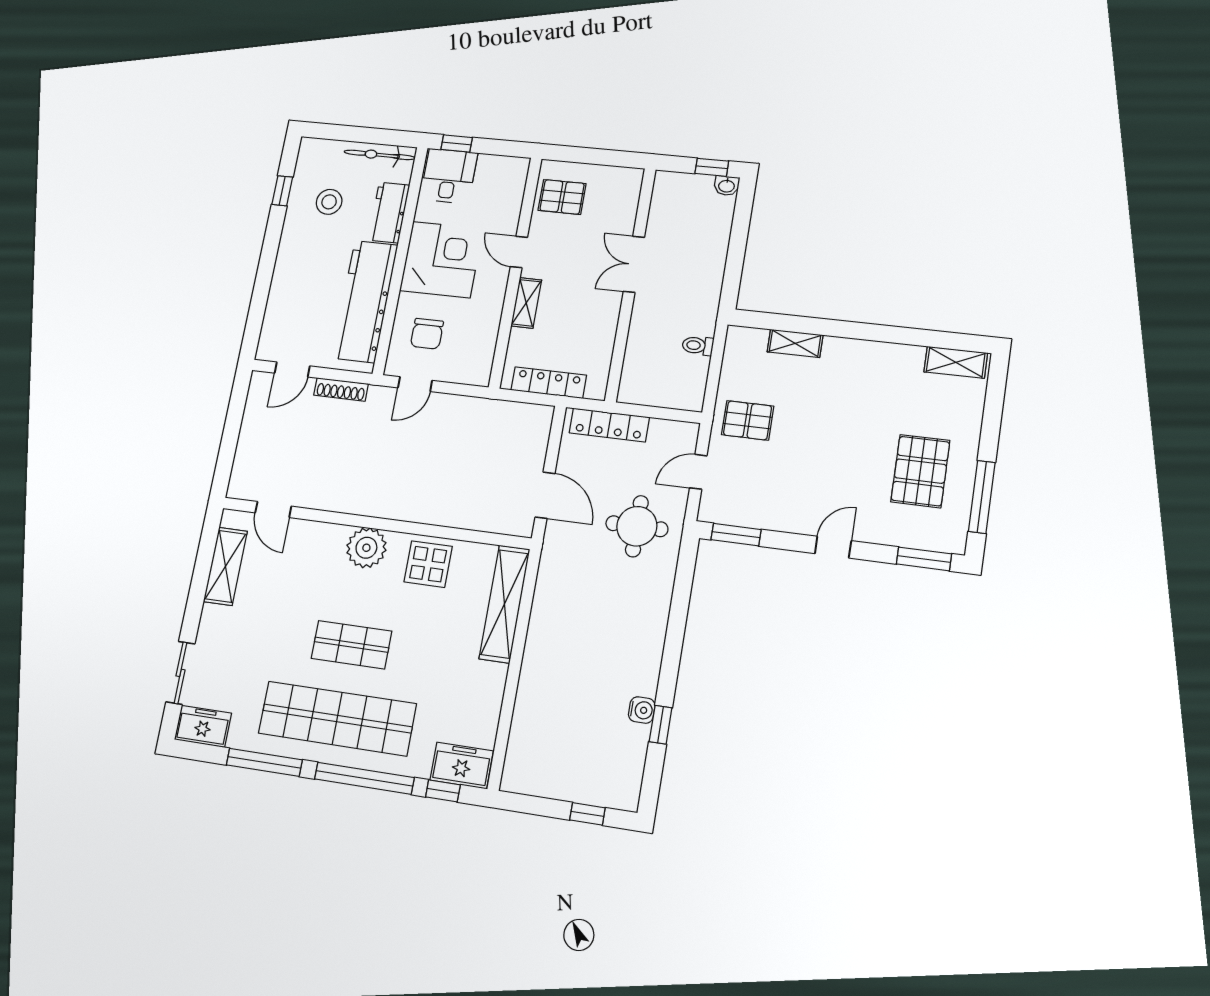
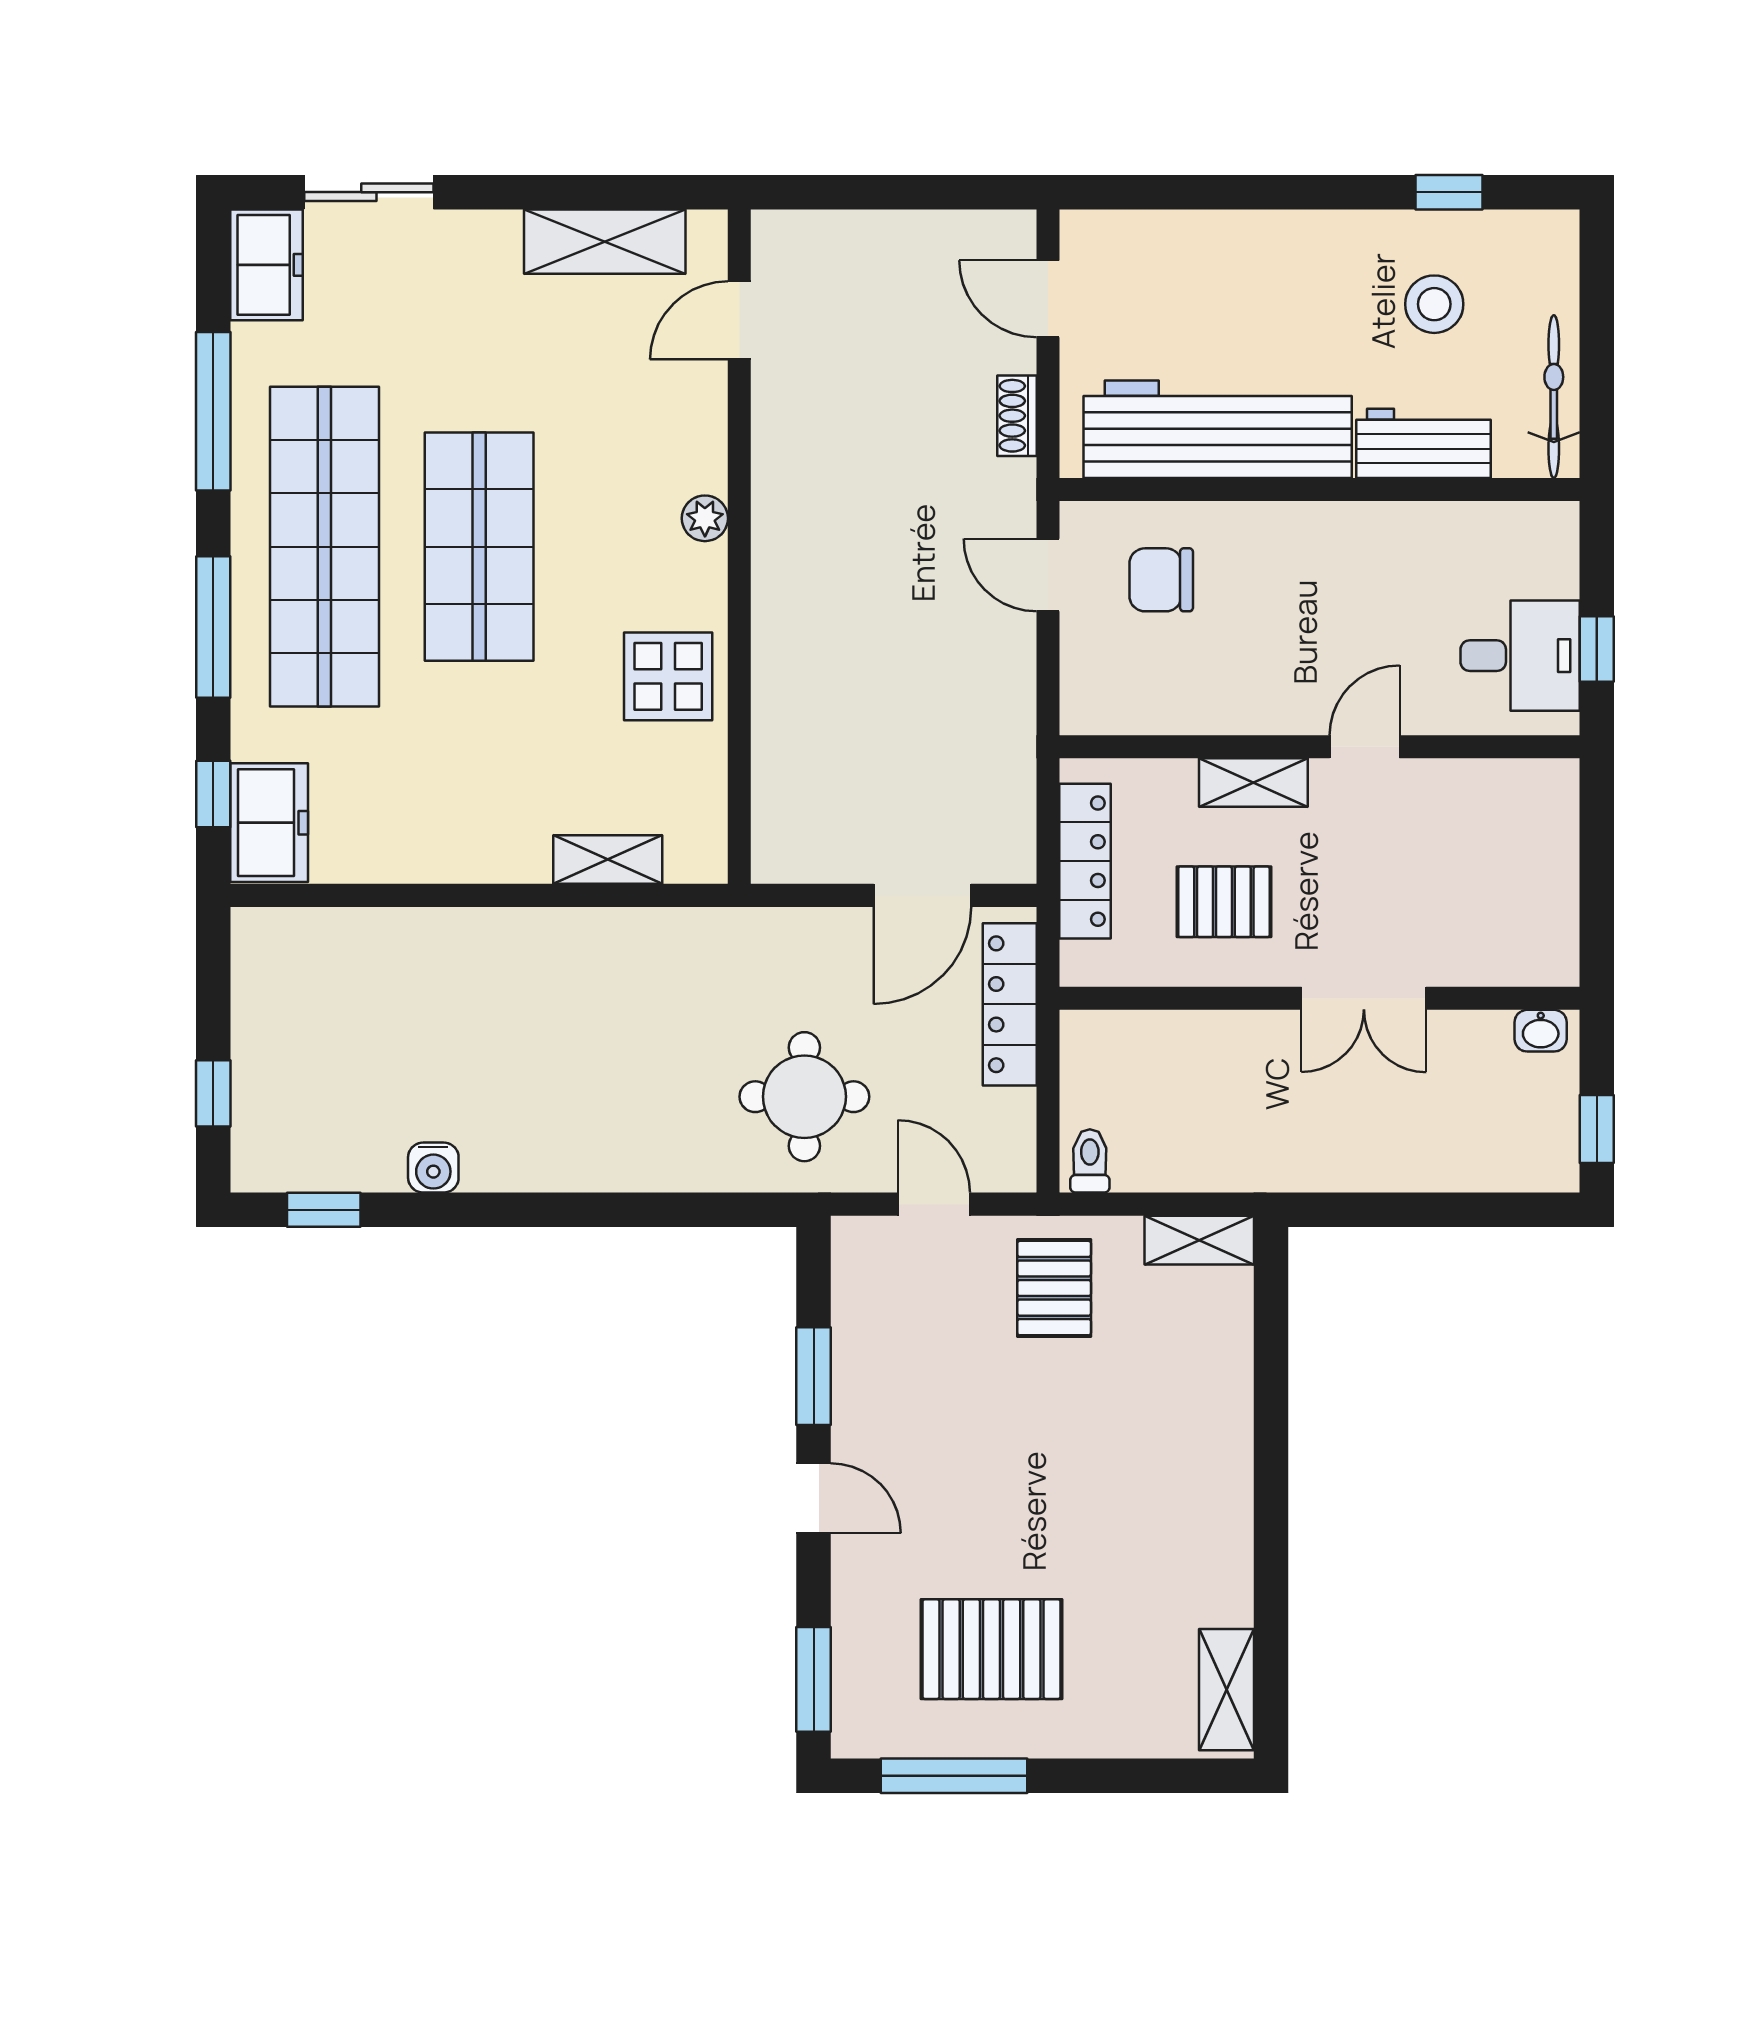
window: (457, 144) -> (1597, 649), moved
desk: (449, 176) -> (1520, 656), moved
washbasin: (727, 186) -> (1541, 1031), moved, turned -90
pallet: (562, 197) -> (1224, 902), moved, turned 90
corner desk: (441, 260) -> (1329, 580), removed
double door: (634, 264) -> (1364, 998), swing flipped
shelving: (795, 343) -> (1199, 1240), moved, turned 90
toilet: (698, 346) -> (1090, 1161), moved
shoe rack: (341, 389) -> (1017, 416), width x0.70
door: (545, 495) -> (922, 895), moved
window: (736, 535) -> (814, 1376), moved
plant: (366, 548) -> (705, 518), width x0.53, depth x0.53
shelving: (504, 604) -> (608, 859), width x0.45, depth x0.75
shop shelf: (351, 645) -> (479, 547), width x1.43, depth x1.36
window: (661, 725) -> (324, 1210), moved
window: (364, 778) -> (213, 627), width x0.68

